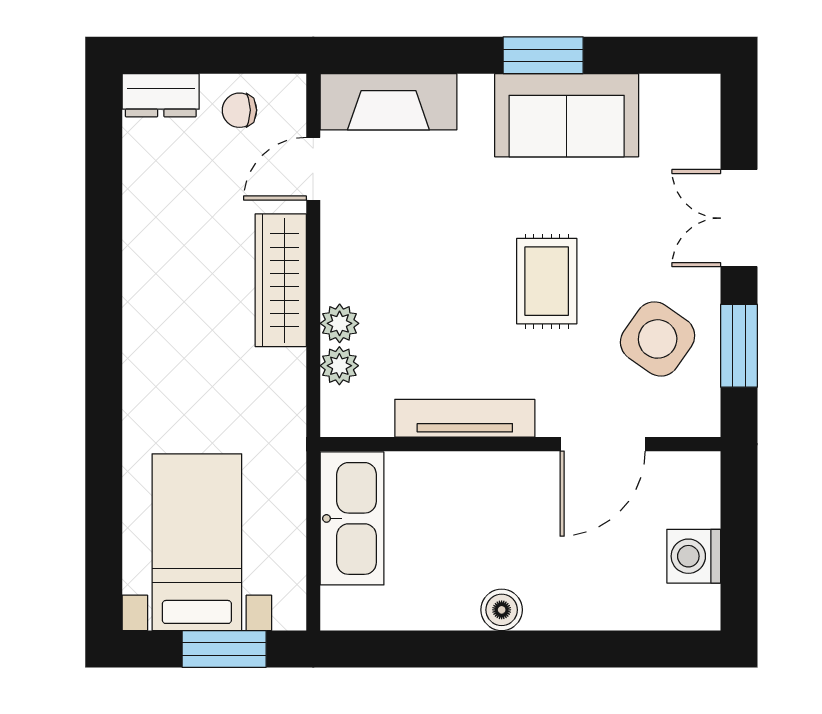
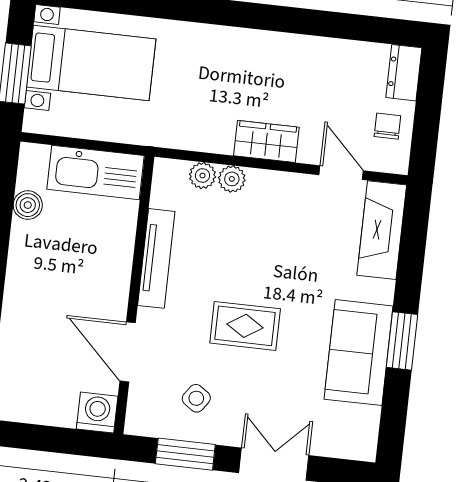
wardrobe: (281, 280) -> (266, 141), width x0.67
side table: (658, 339) -> (196, 398), width x0.54, depth x0.54
washing machine: (694, 556) -> (97, 413), moved
boiler: (502, 610) -> (28, 205), moved

